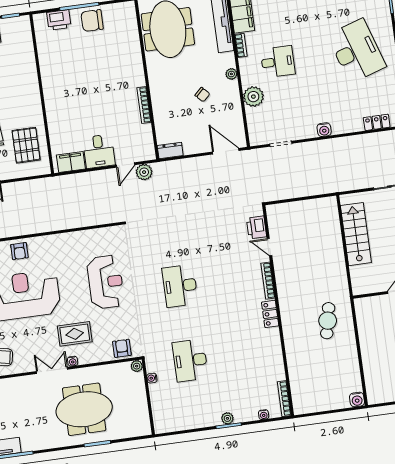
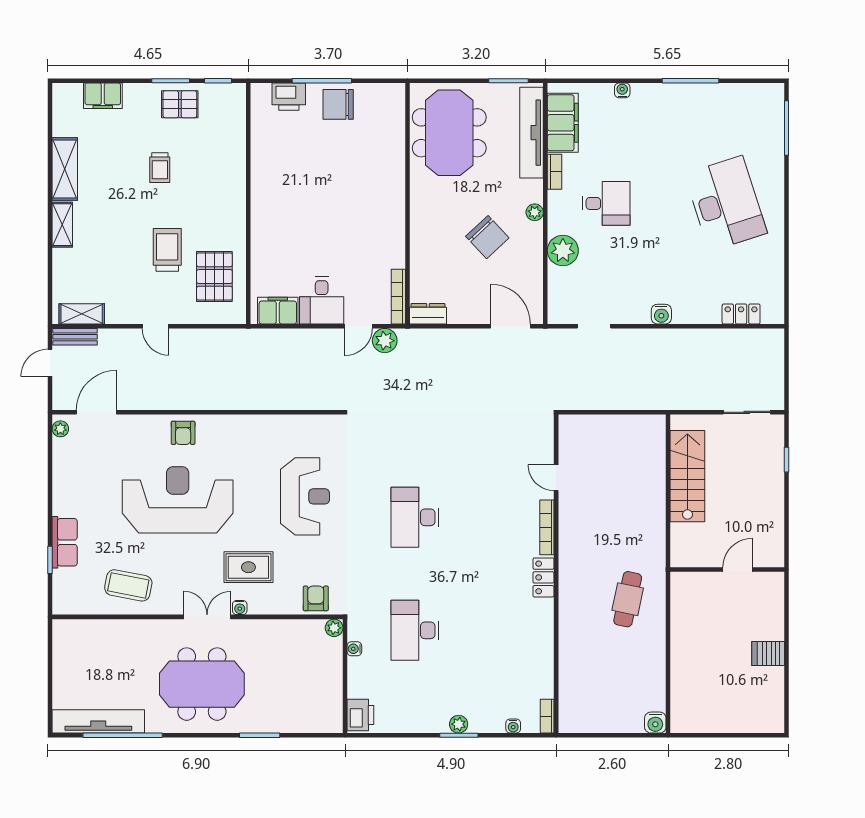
chair: (202, 95) -> (487, 237), width x1.87, depth x1.87
bookcase: (144, 105) -> (398, 297), moved
printer: (256, 227) -> (360, 715), moved, turned 180
bookcase: (284, 399) -> (547, 716), width x0.64
meeting table: (84, 409) -> (202, 684), moved

